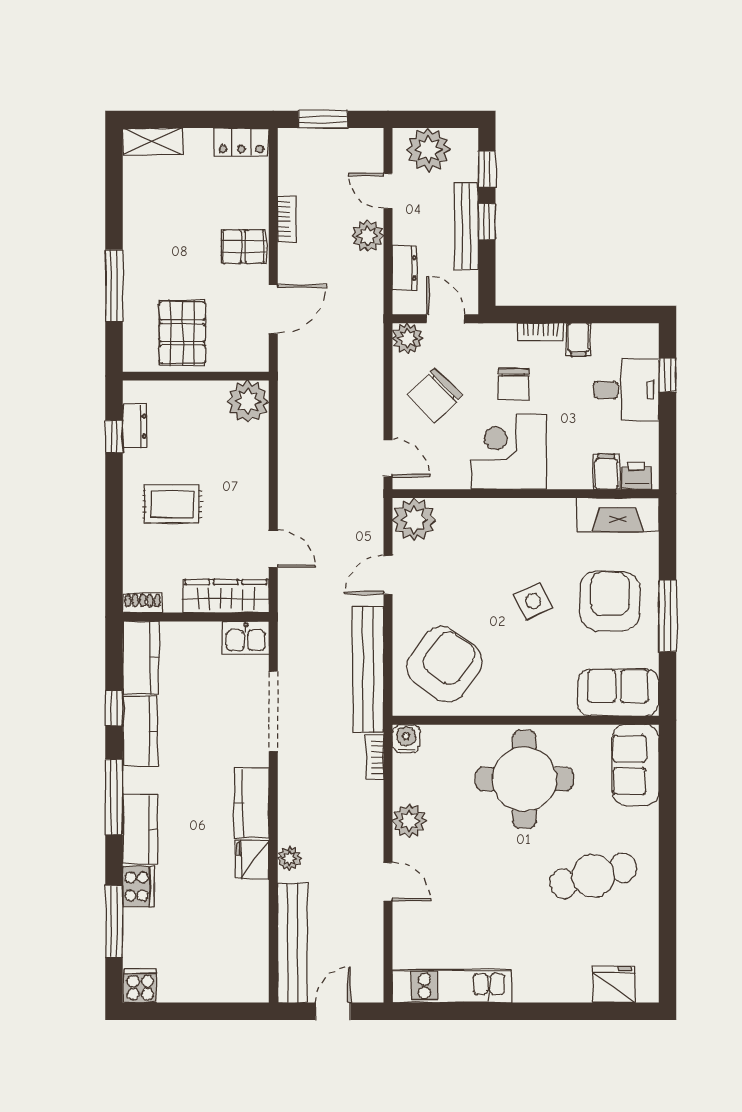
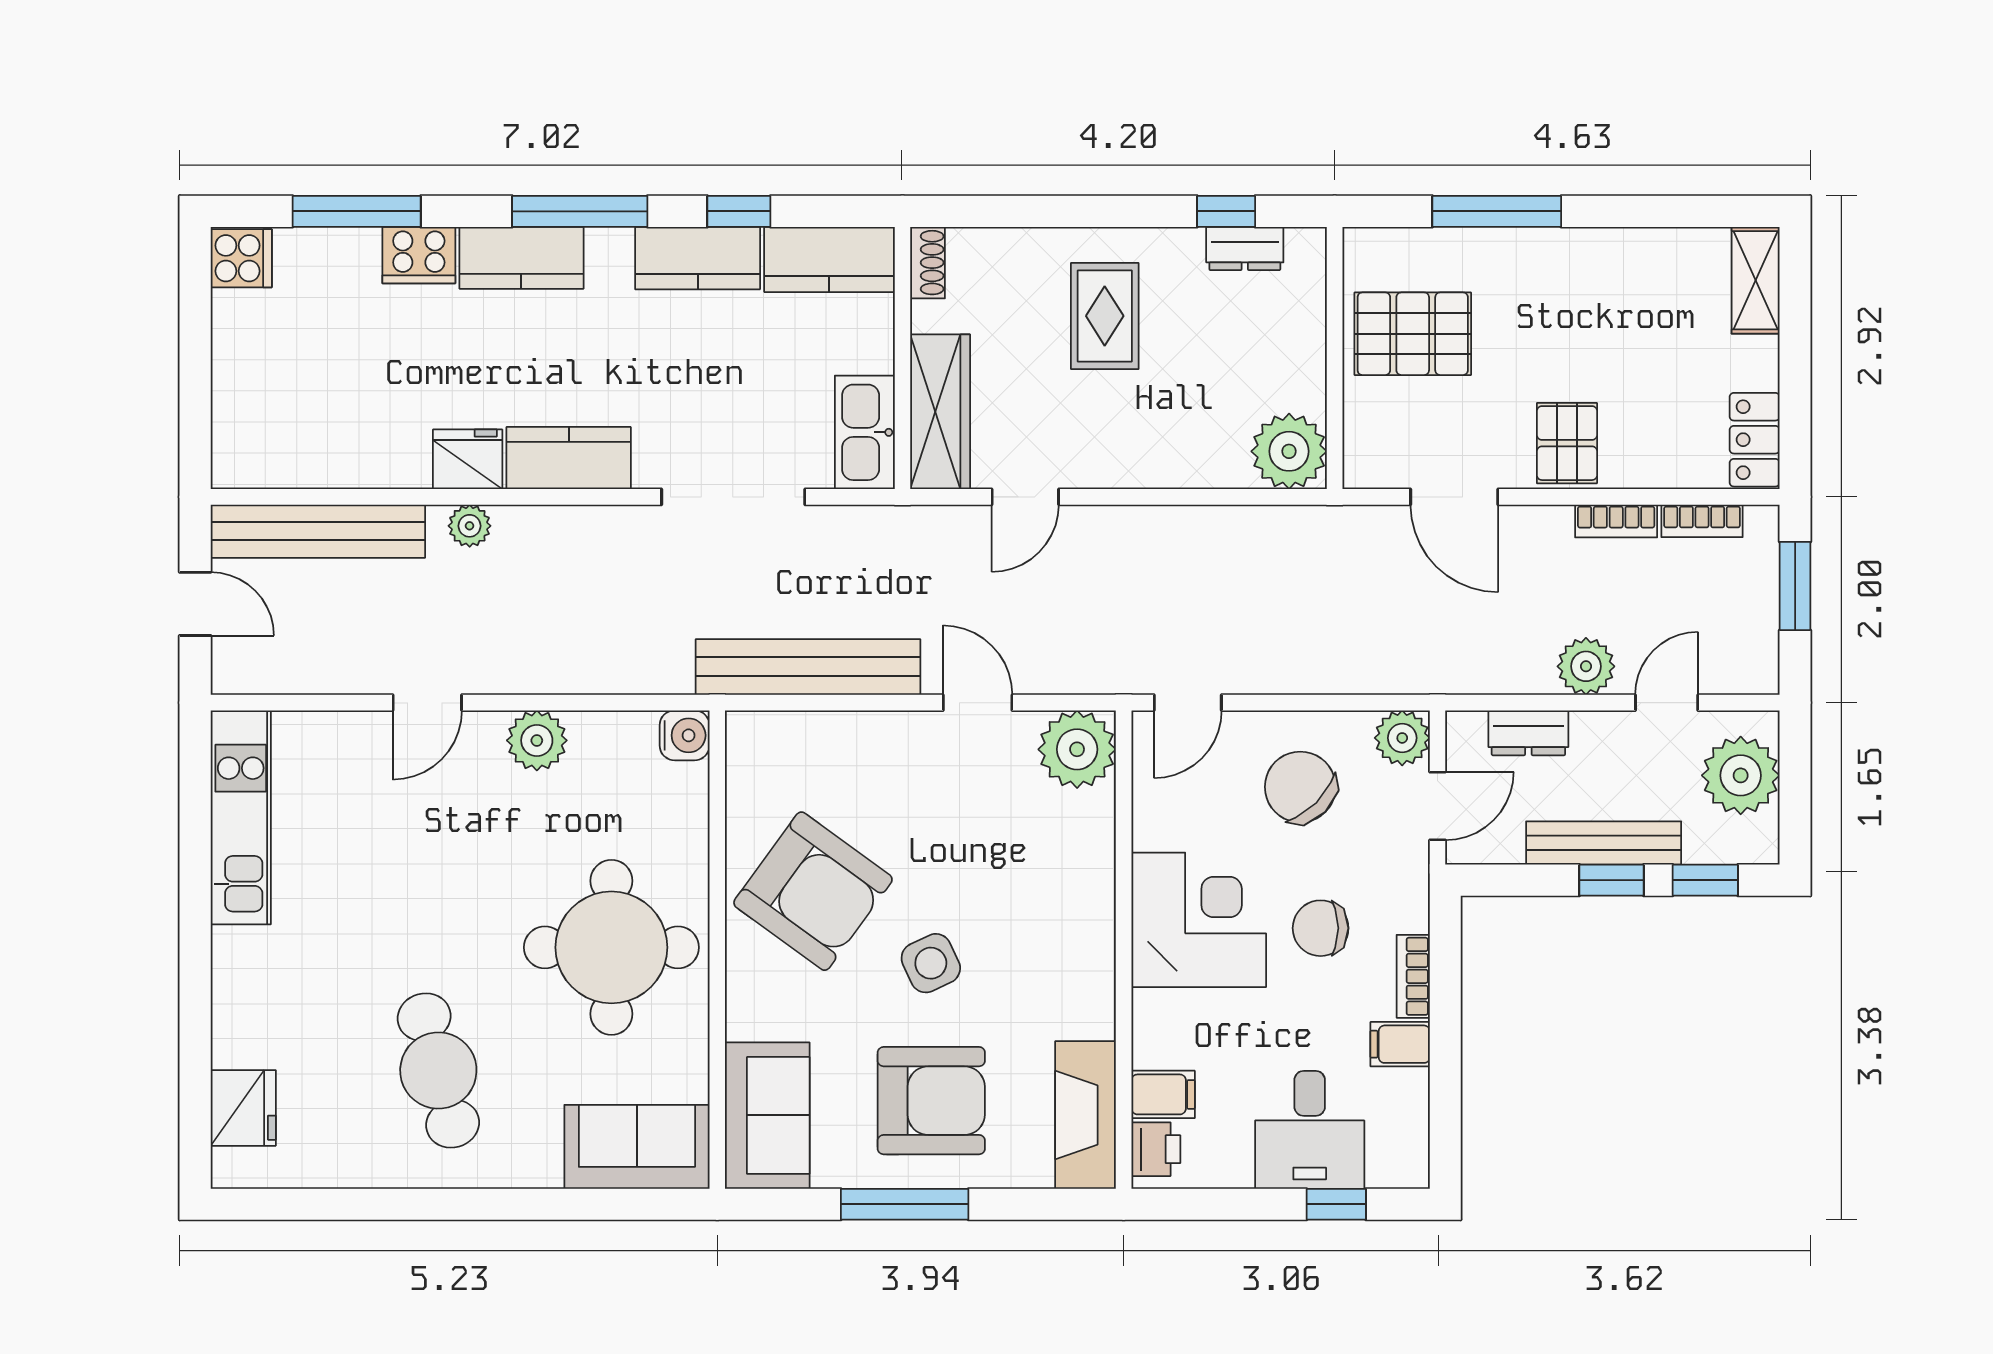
kitchen sink: (246, 638) -> (865, 432), width x1.38
armchair: (444, 664) -> (813, 891), moved
bookcase: (375, 757) -> (1702, 521), moved, turned 180

